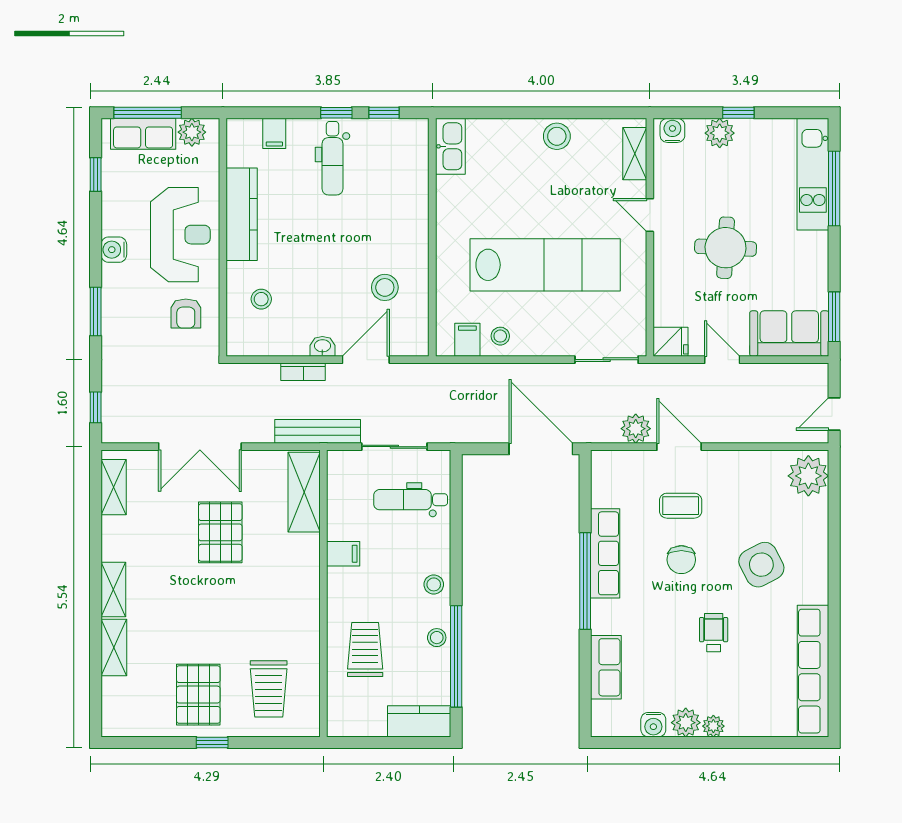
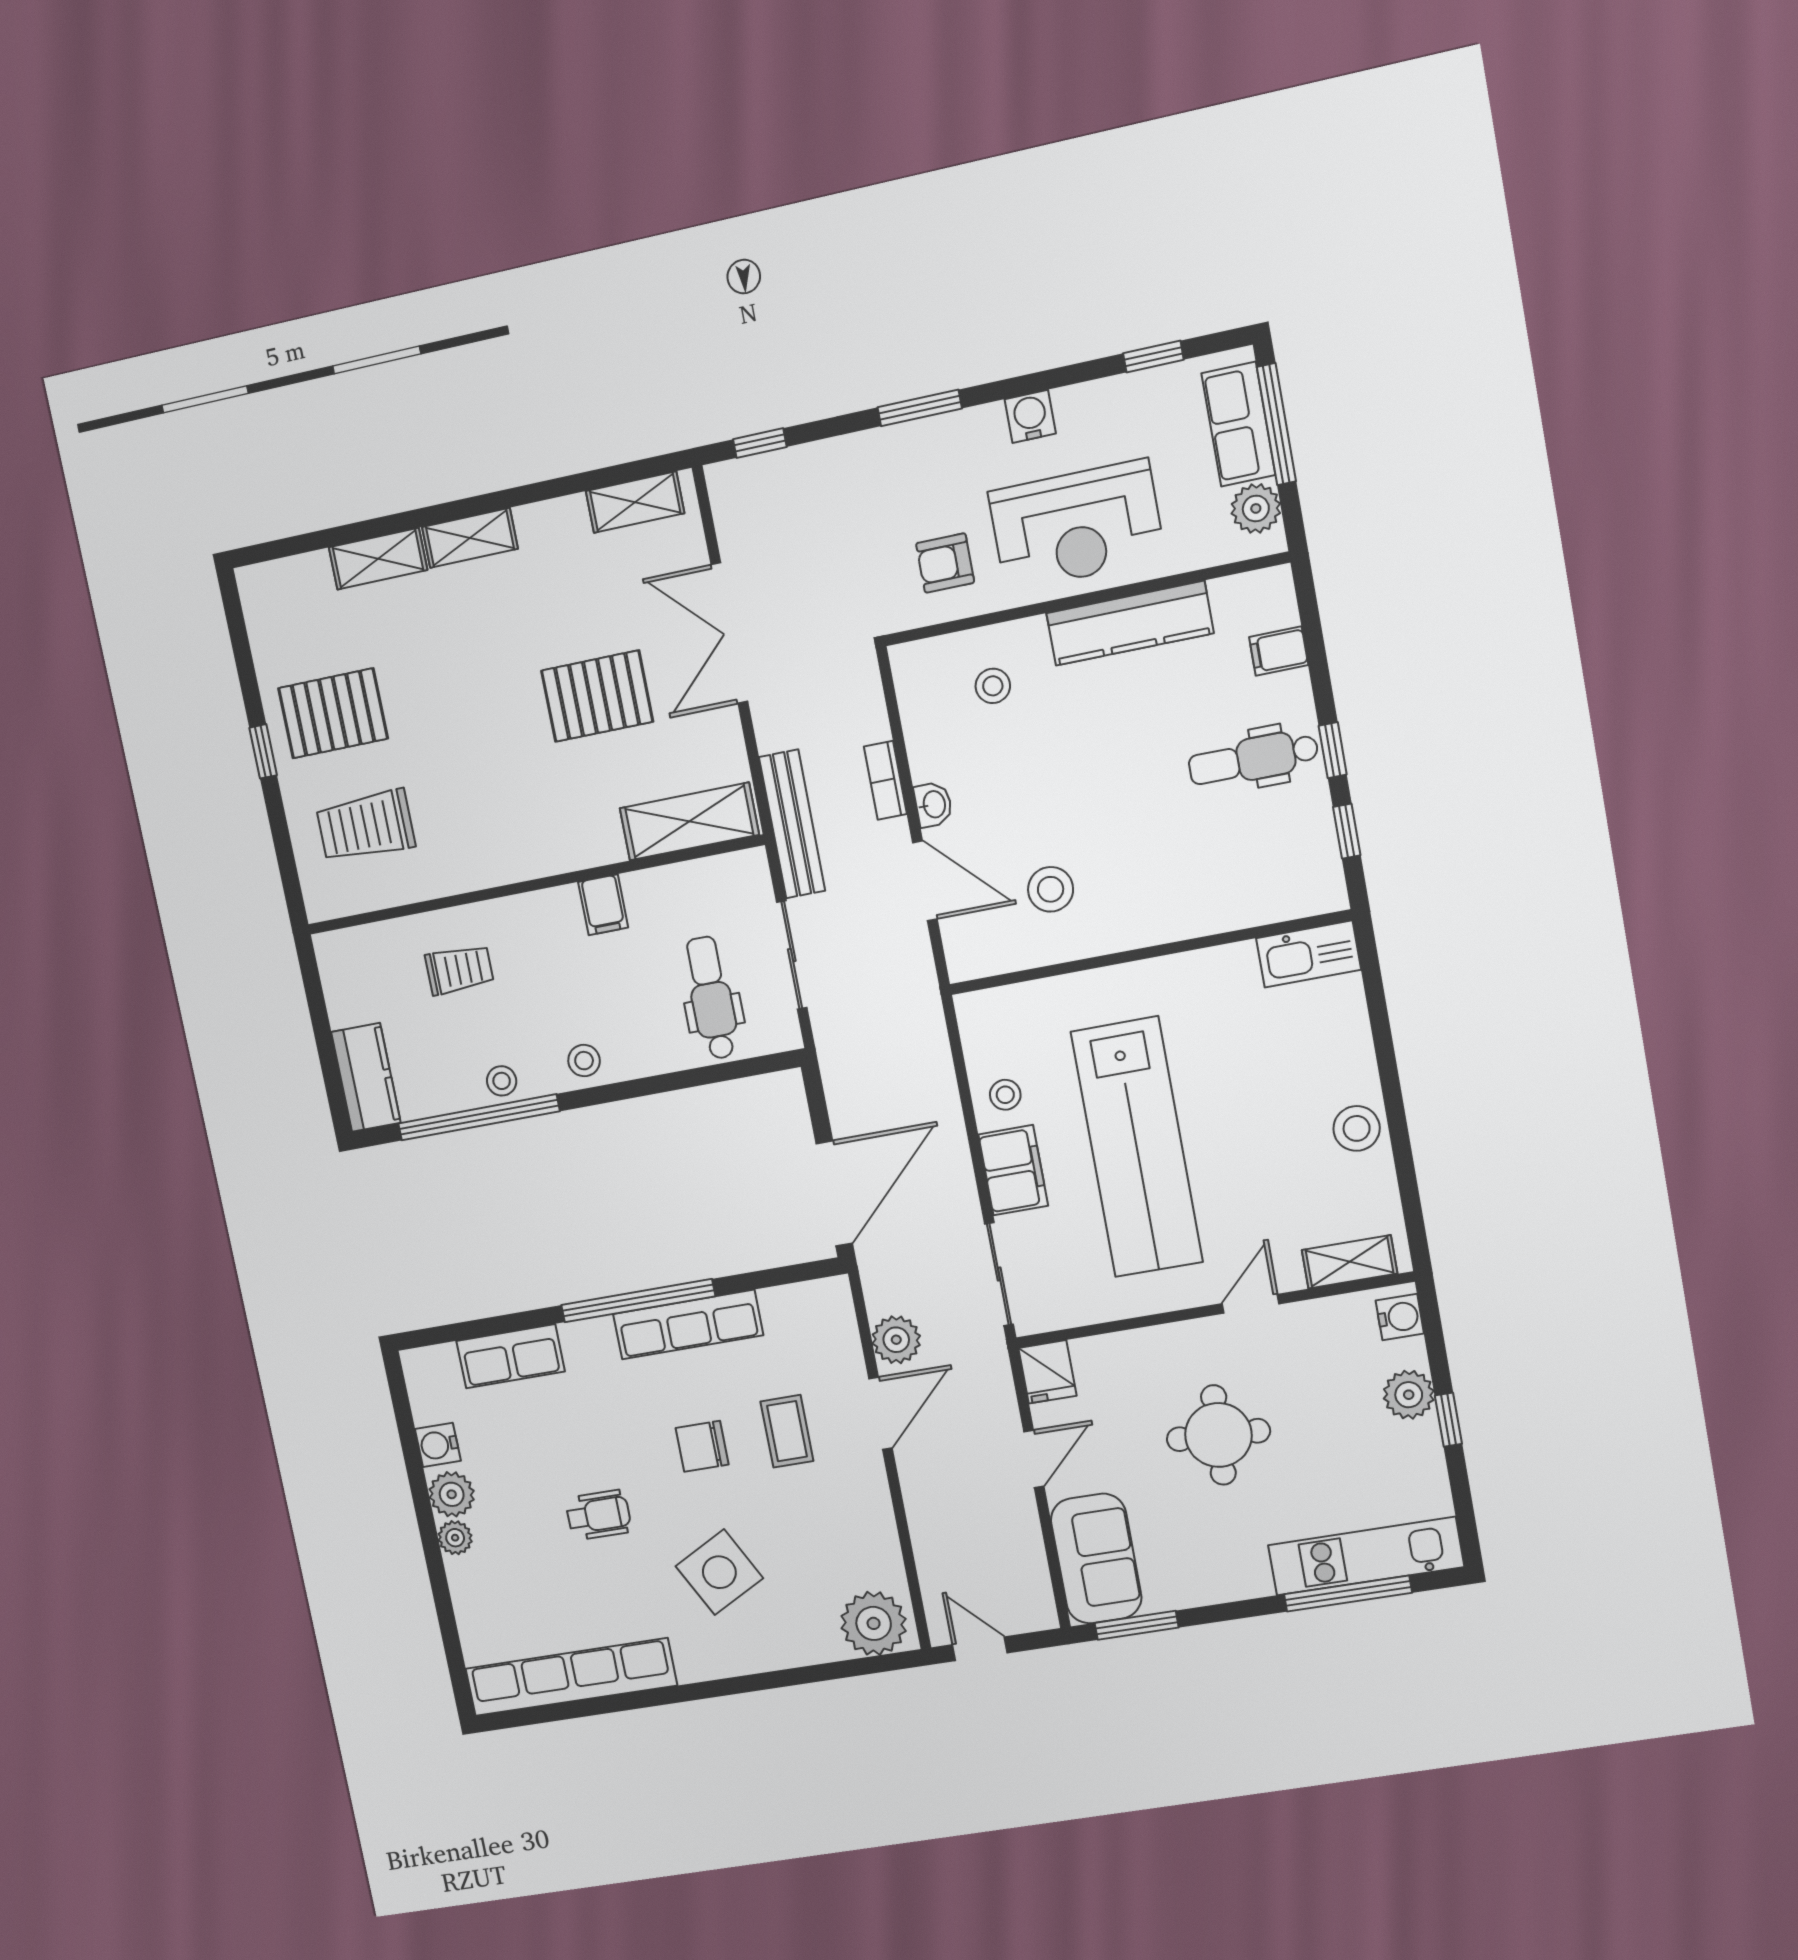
filing cabinet: (467, 340) -> (1013, 1170), moved, width x2.00
trolley: (365, 650) -> (459, 970), width x0.73, depth x0.72

